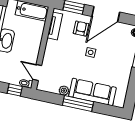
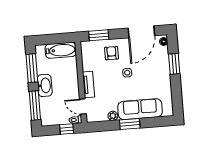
door: (106, 14) -> (141, 32), moved
tv unit: (55, 26) -> (88, 85), moved
window: (78, 103) -> (130, 124), width x0.69

